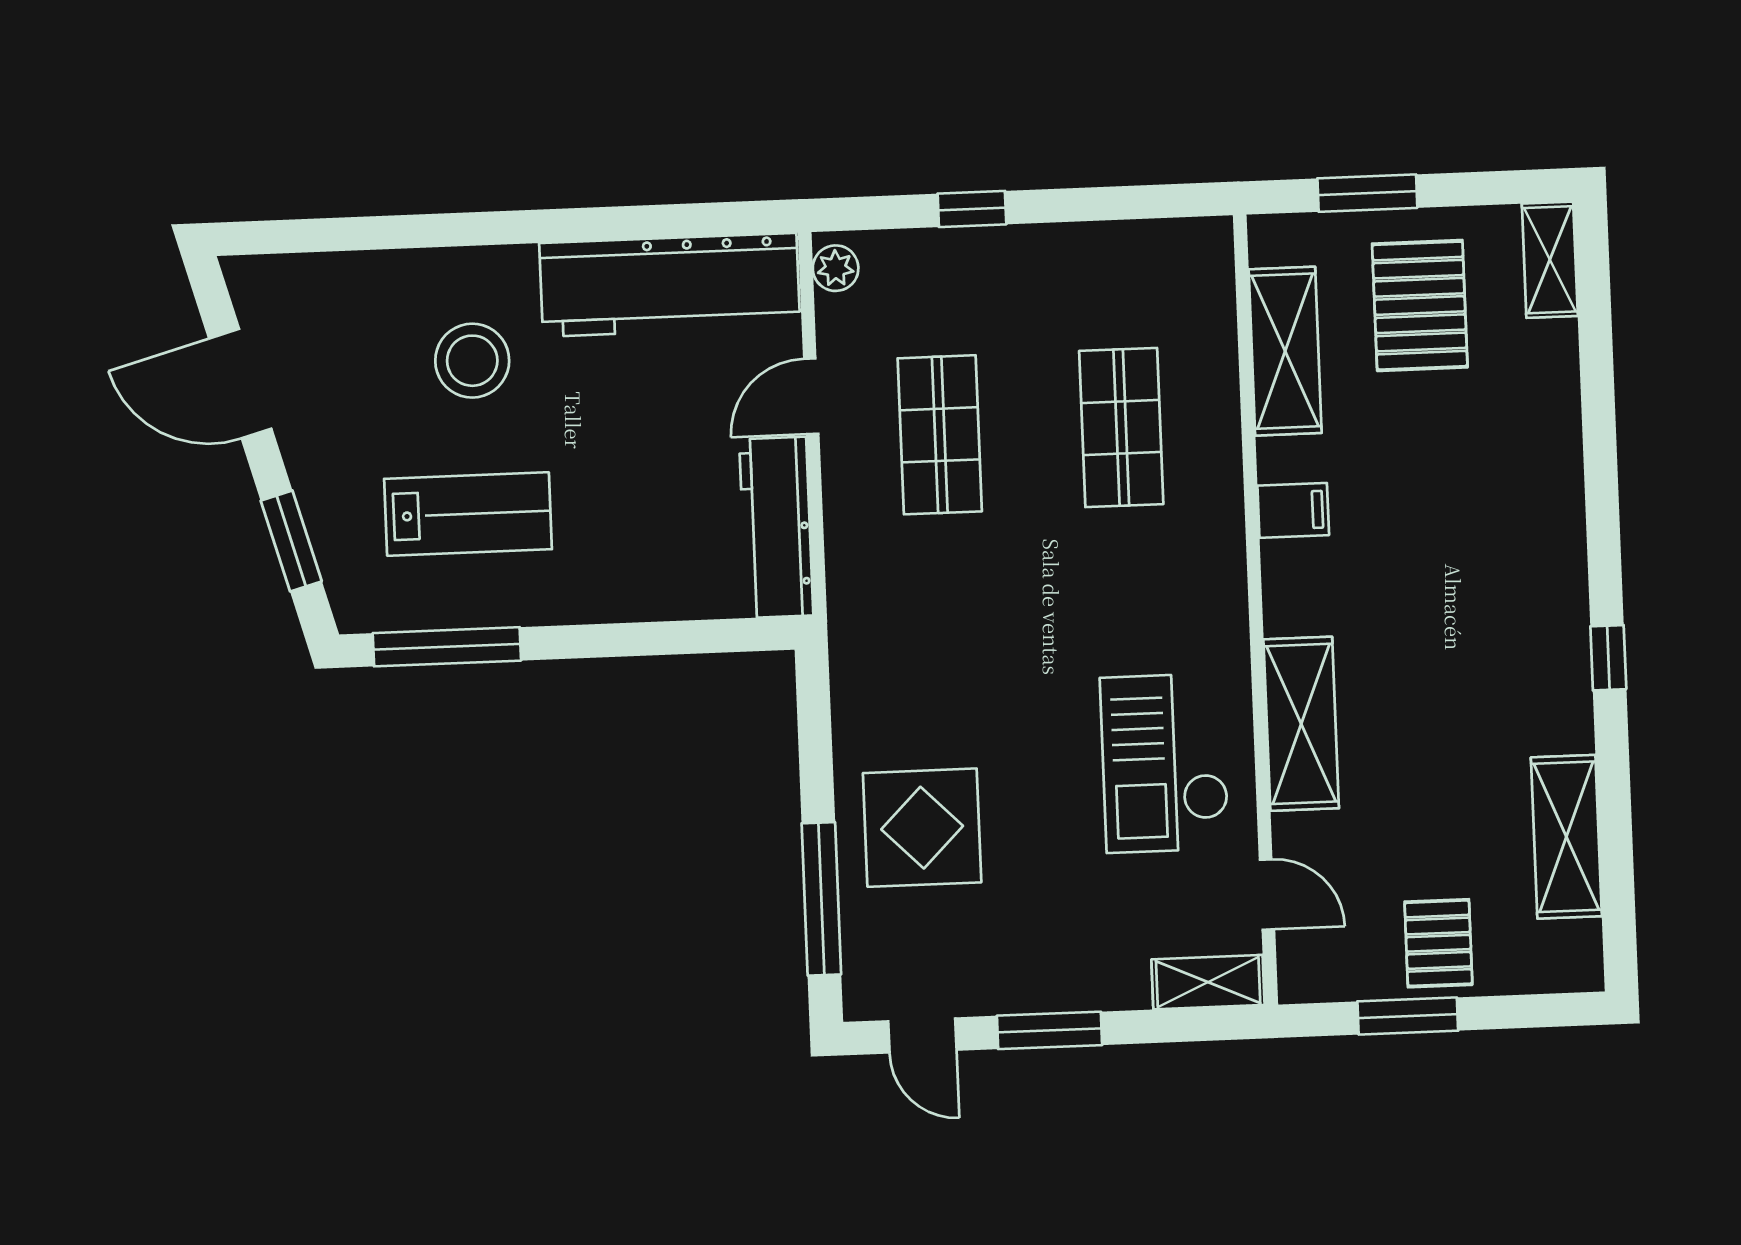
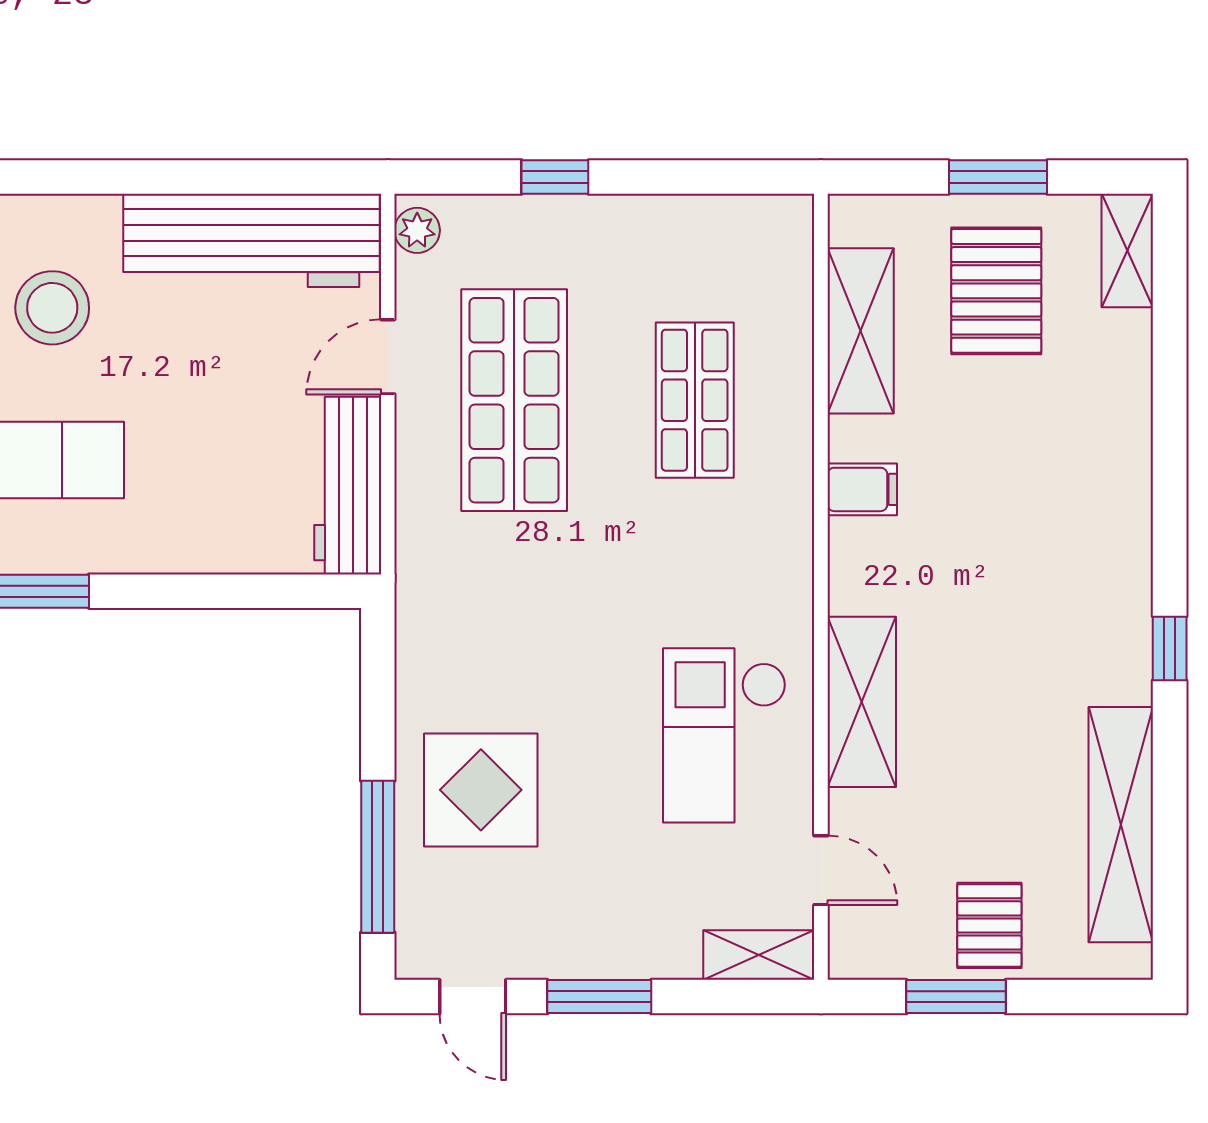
window: (1367, 193) -> (998, 177), moved
shop shelf: (940, 435) -> (514, 400), width x1.43, depth x1.36
shelving: (1566, 837) -> (1121, 825), width x1.47

